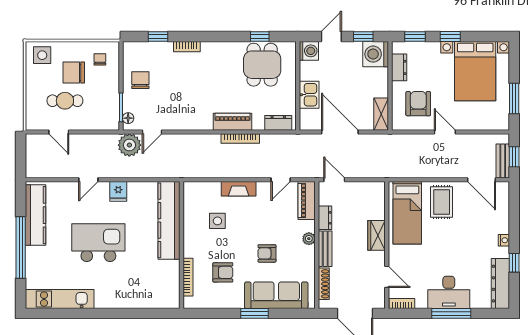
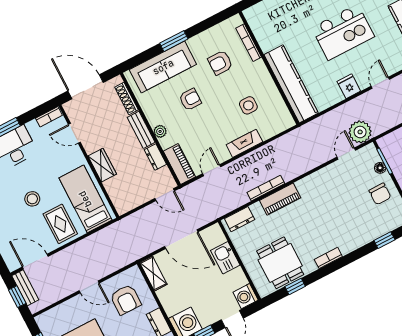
bookcase: (187, 47) -> (328, 258), moved
floor lamp: (128, 118) -> (380, 168), moved
stool: (455, 238) -> (32, 199), added

